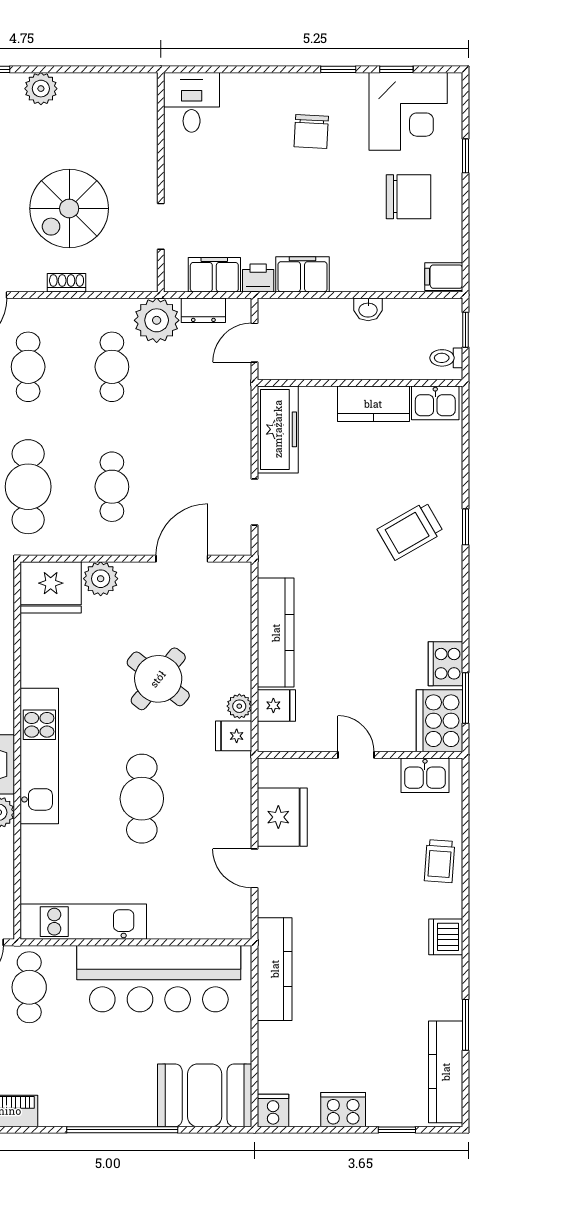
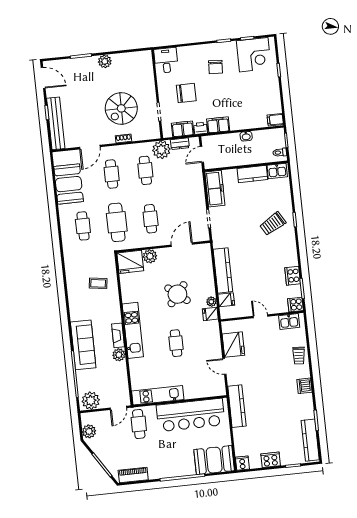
chair: (409, 197) -> (186, 93), moved
cooker: (439, 721) -> (295, 305), width x0.53, depth x0.76
cafe table: (142, 799) -> (176, 343), width x0.73, depth x0.74

